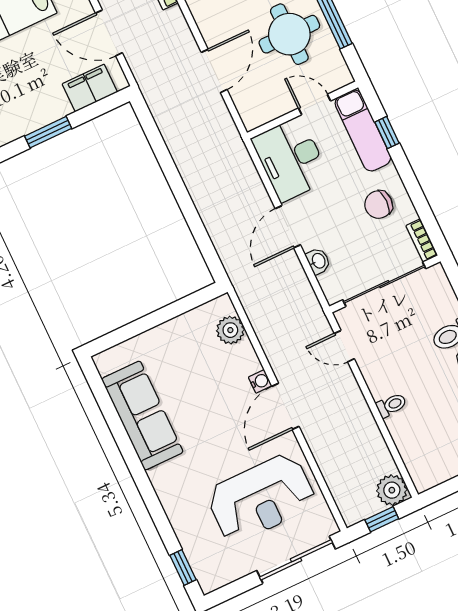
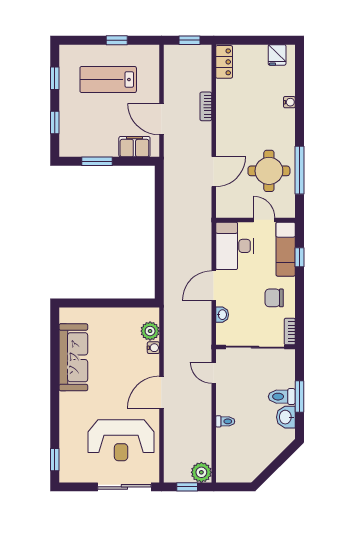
water cooler: (260, 381) -> (153, 348), moved

